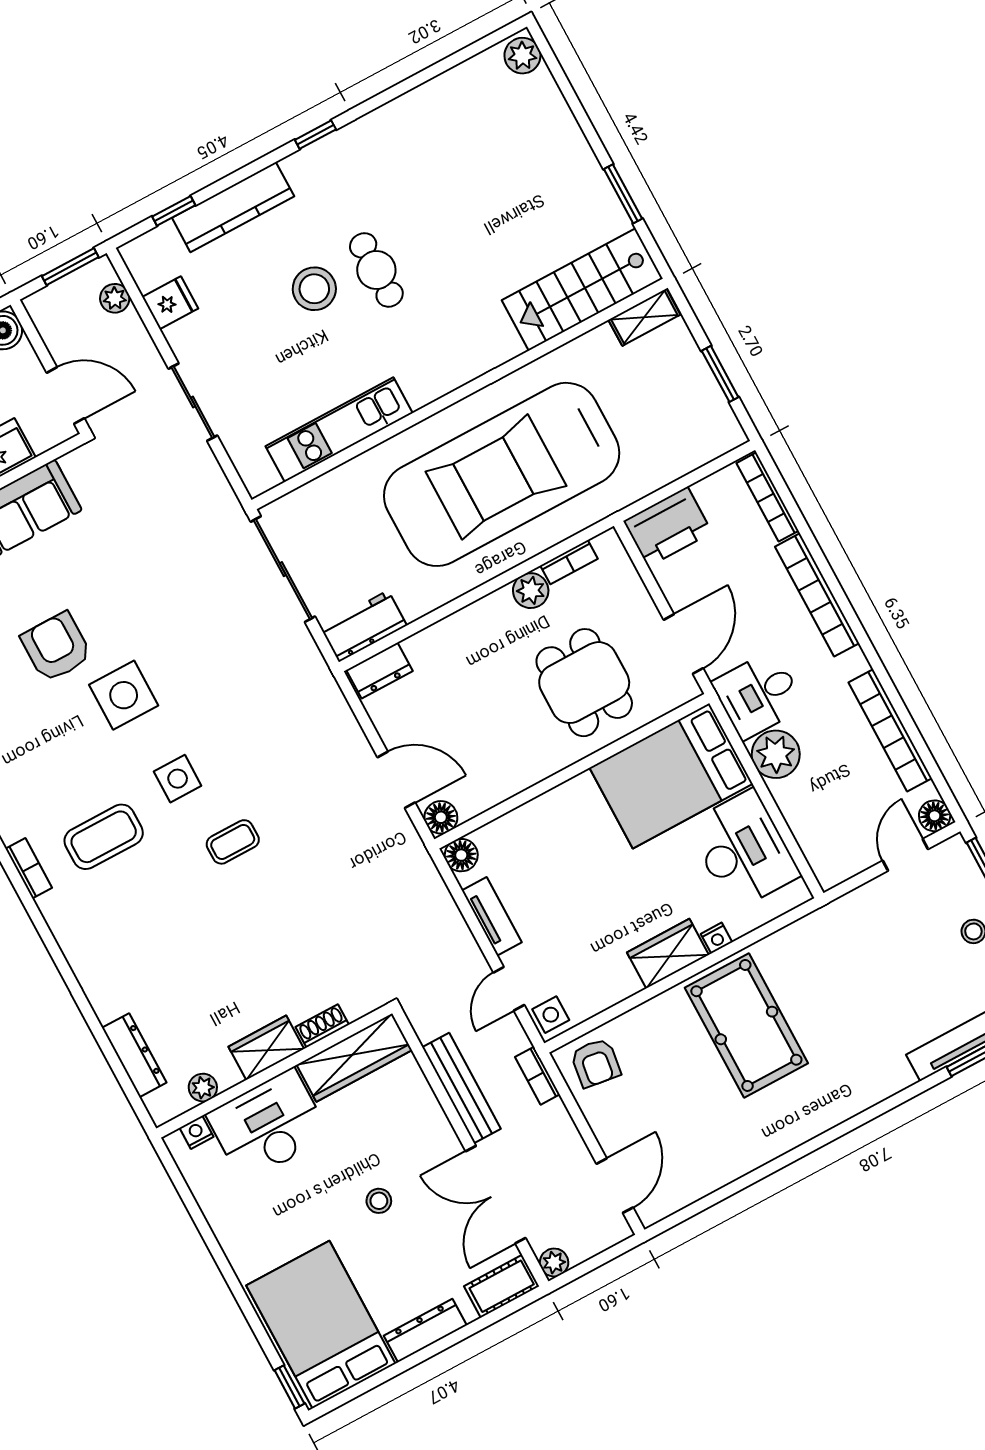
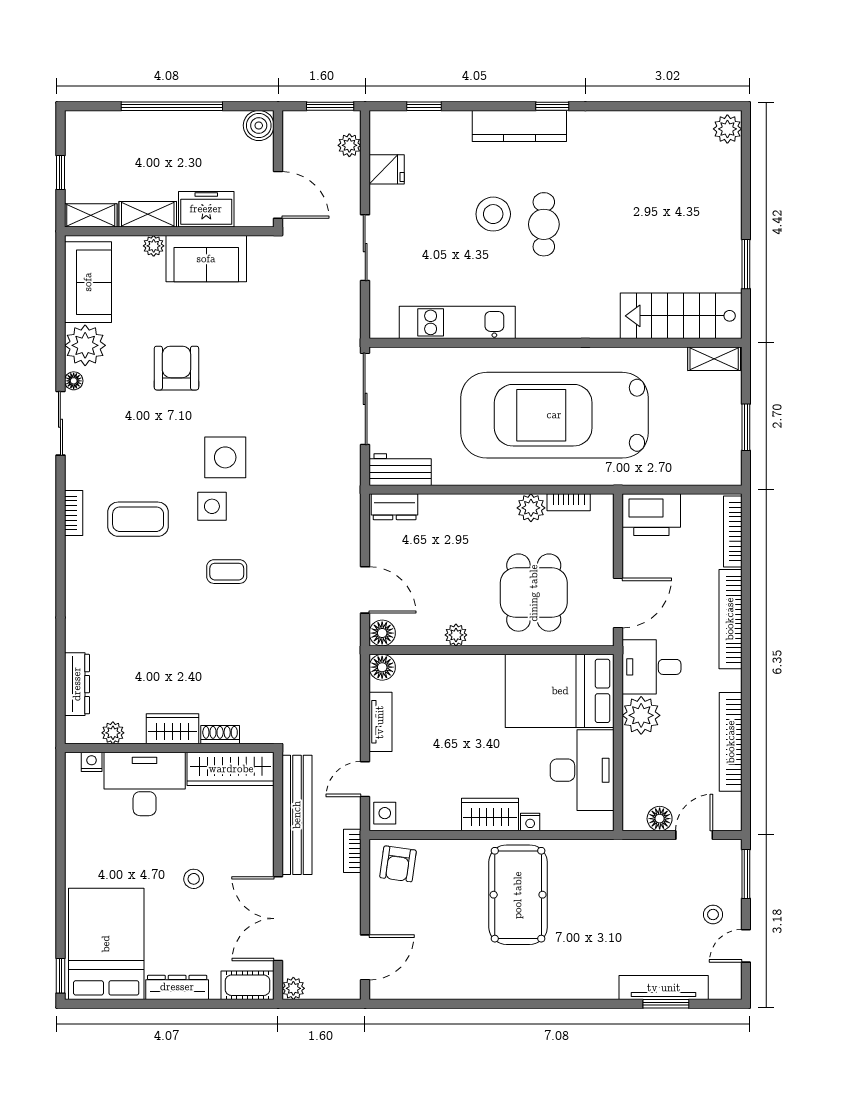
kitchen counter: (233, 207) -> (519, 126), moved
side table: (124, 695) -> (225, 457), moved
plant: (523, 776) -> (456, 635), added
floor lamp: (935, 816) -> (660, 819), moved
bench: (462, 1088) -> (297, 815), width x1.37, depth x1.21

